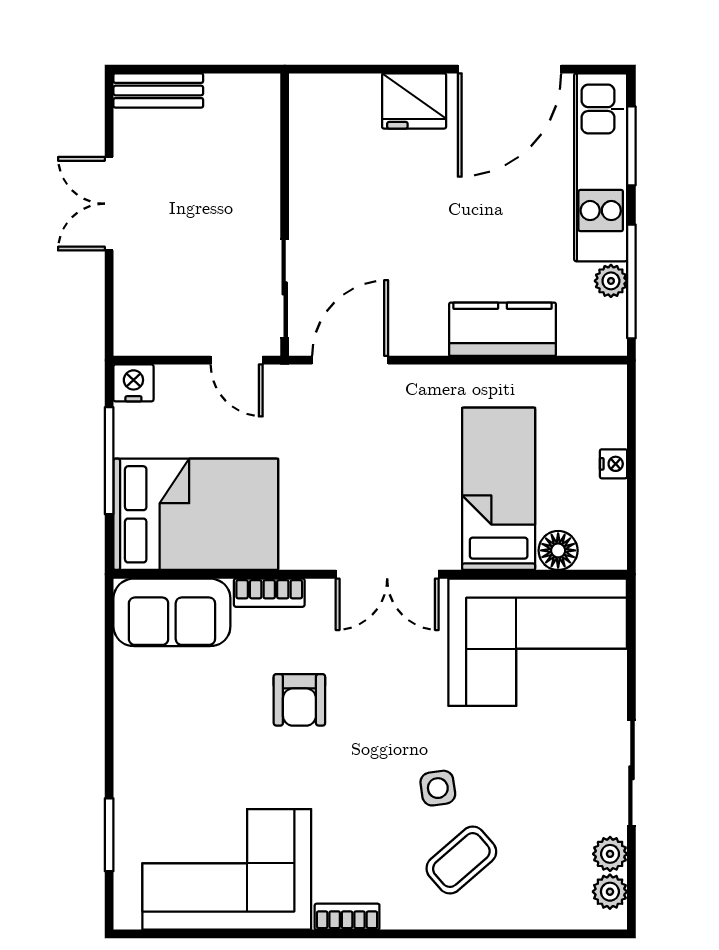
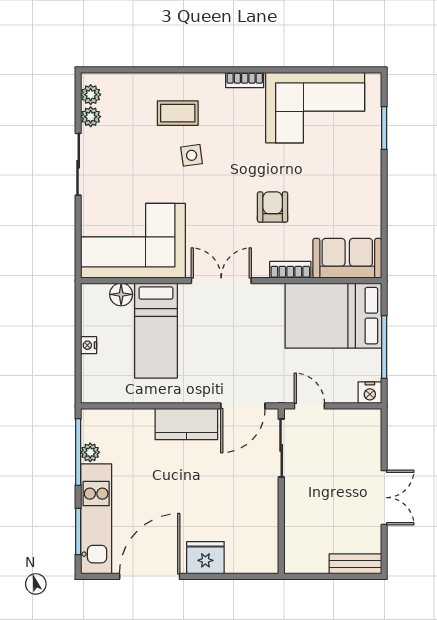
kitchen counter: (502, 329) -> (186, 424), moved
coffee table: (461, 860) -> (178, 113), turned 41

